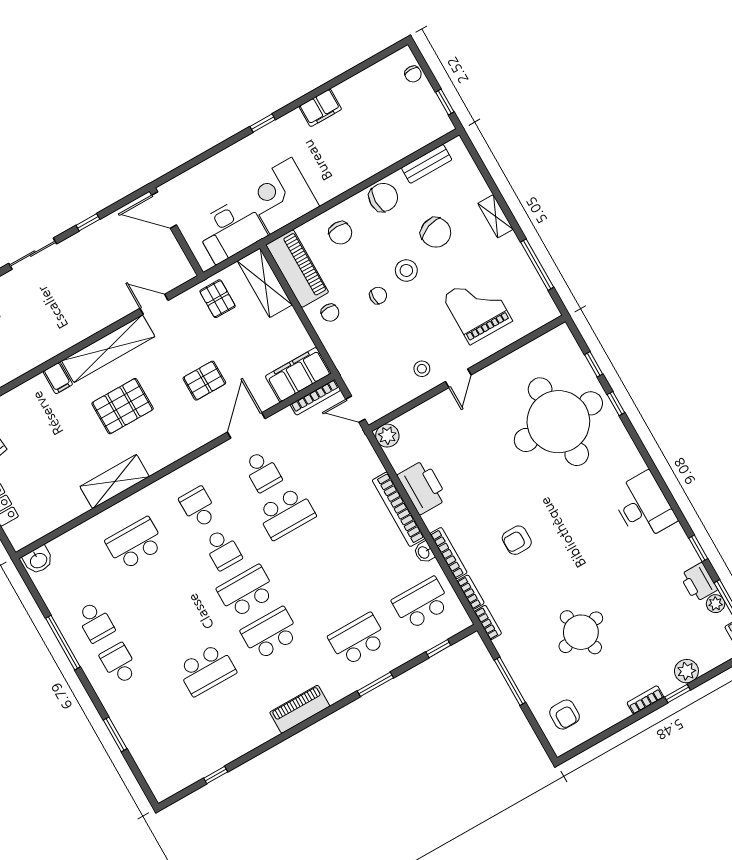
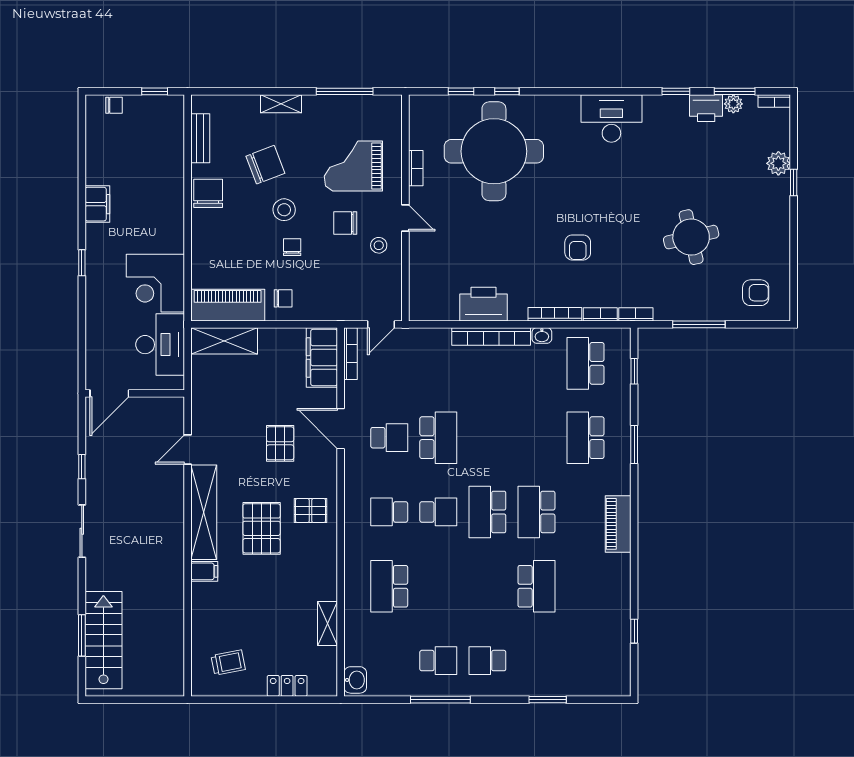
chair: (340, 233) -> (345, 223), moved, turned 180
pallet: (218, 299) -> (310, 511), moved
plant: (387, 436) -> (420, 309), removed
shelving: (115, 482) -> (328, 623), moved, width x0.67, depth x0.75
bookcase: (645, 700) -> (416, 168), moved, turned 180

